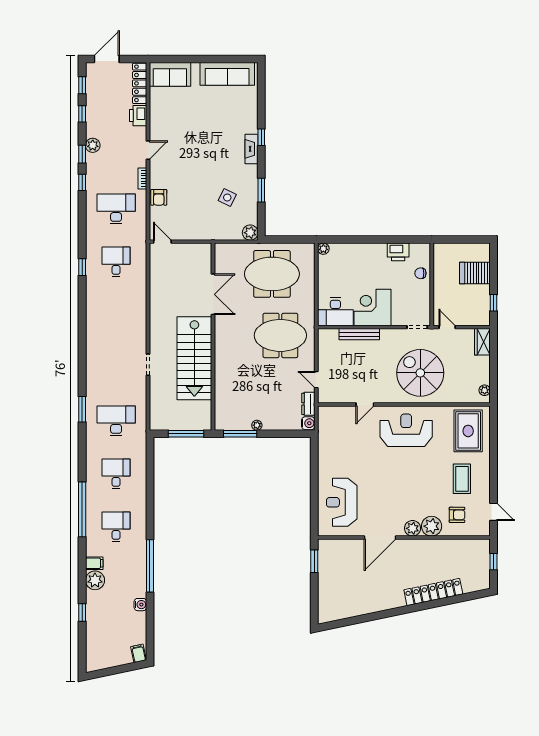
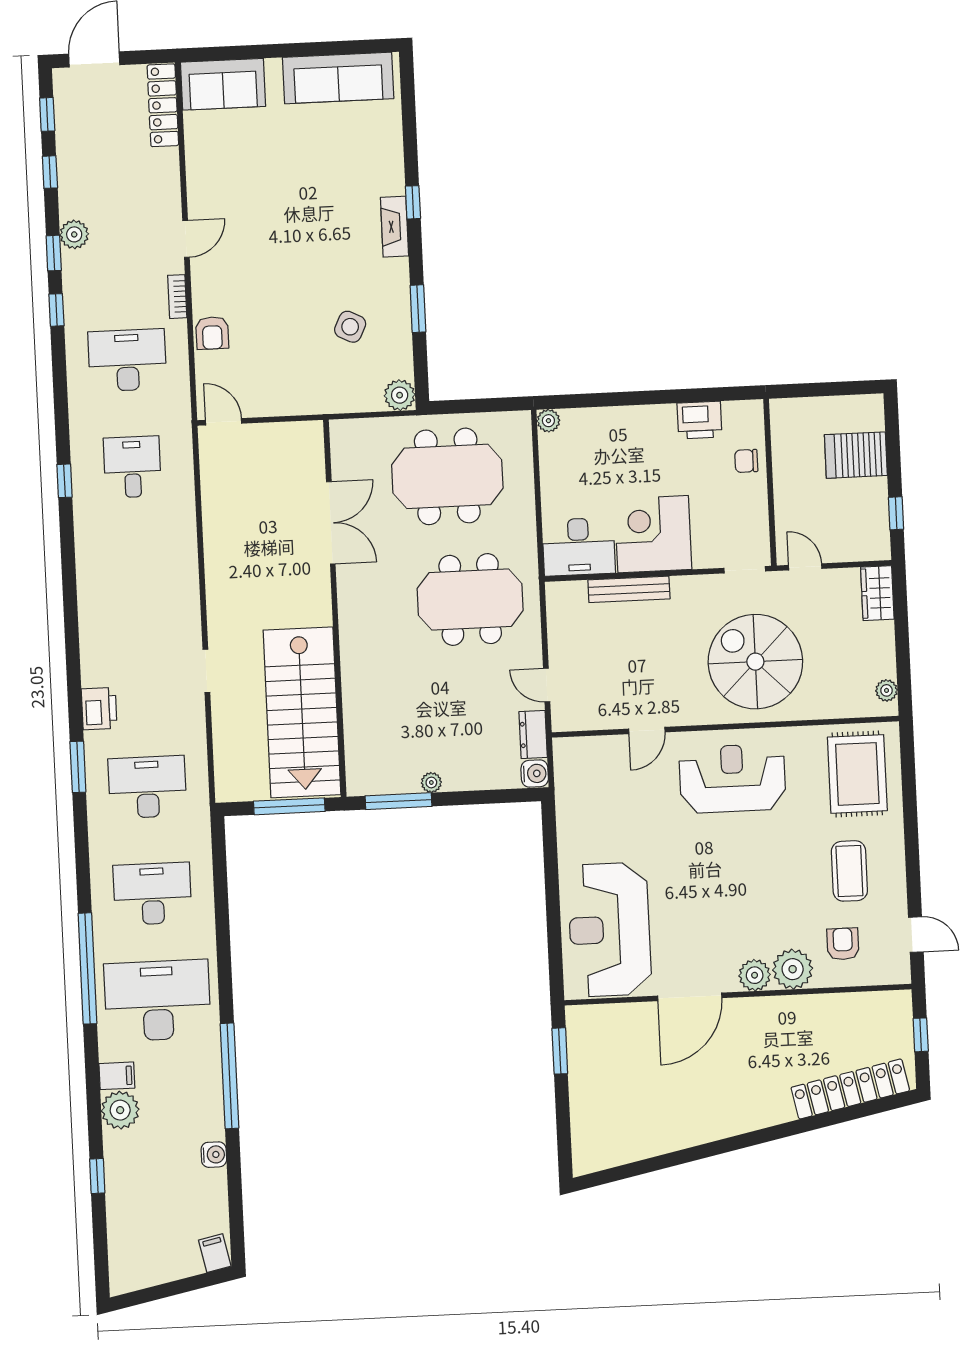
printer: (138, 116) -> (99, 709), moved, turned 180
stairs: (194, 358) -> (302, 712), moved
desk: (116, 474) -> (152, 894), width x1.37
reception desk: (342, 502) -> (609, 930), width x1.36, depth x1.30
armchair: (457, 515) -> (843, 944), turned -90
desk: (116, 527) -> (157, 1000), width x1.87, depth x1.30
locker: (433, 592) -> (850, 1089), moved

